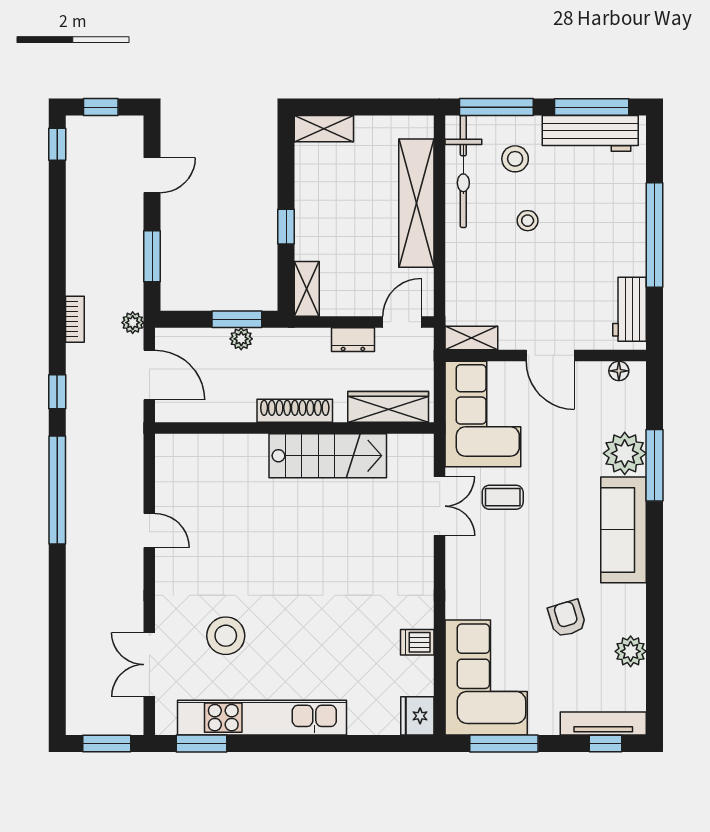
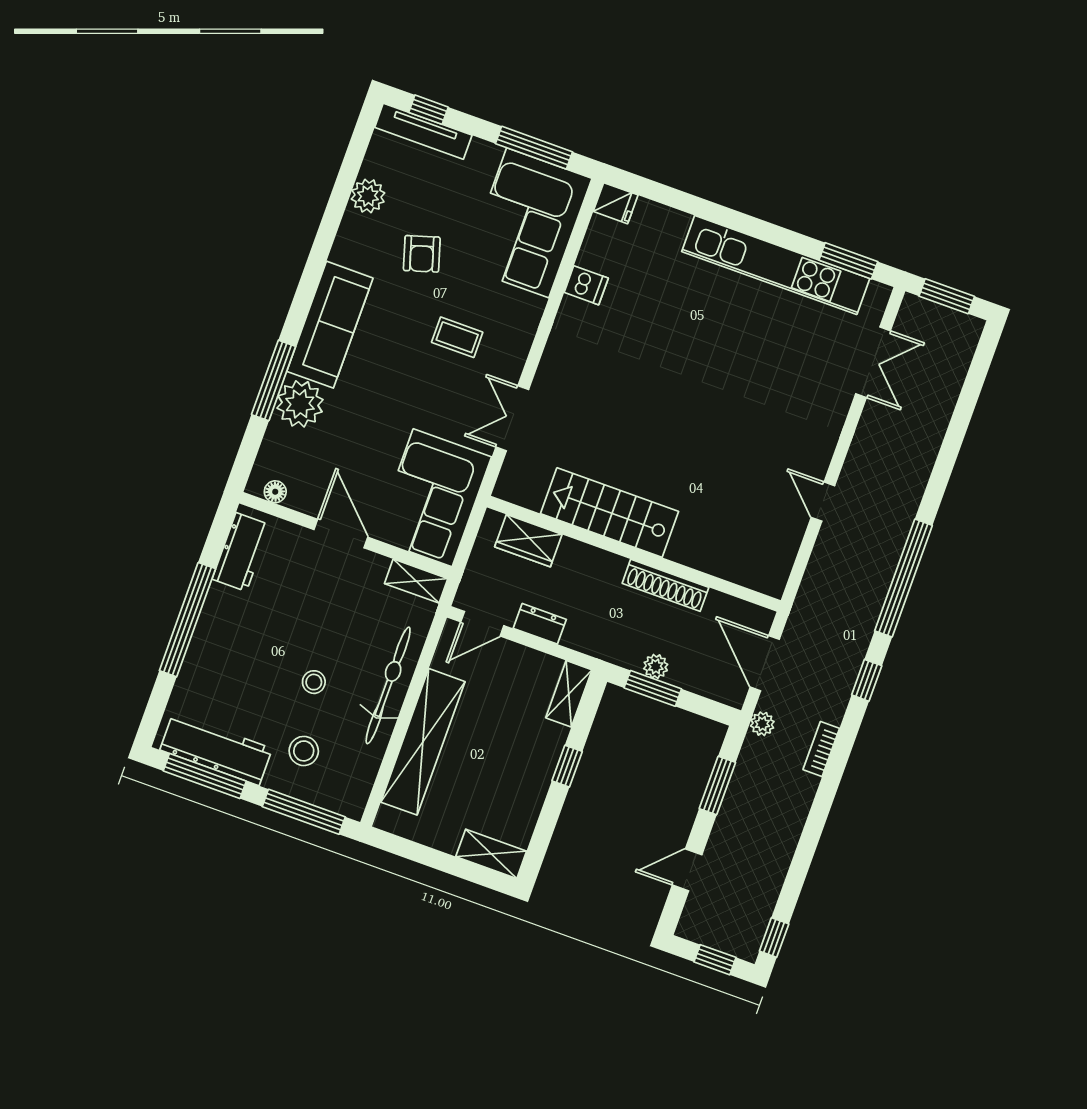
bicycle: (463, 172) -> (388, 685), moved
wardrobe: (388, 407) -> (528, 541), width x0.67
shoe rack: (295, 411) -> (665, 585), moved
coffee table: (503, 497) -> (457, 337), moved
stool: (226, 636) -> (783, 364), removed
fridge: (417, 716) -> (616, 203), width x0.72

